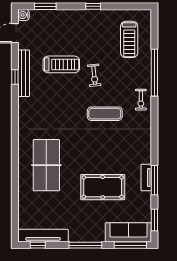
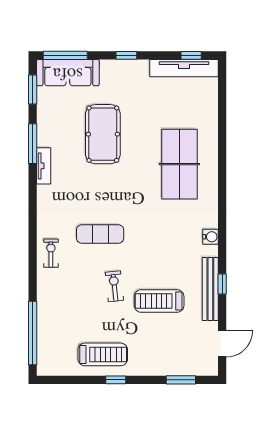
water cooler: (23, 15) -> (211, 237), moved
treadmill: (129, 39) -> (103, 354), moved, turned 90
window: (154, 73) -> (33, 333), moved
tv unit: (146, 178) -> (44, 166), moved
pool table: (103, 187) -> (103, 134), turned 90
window: (85, 245) -> (126, 55), width x0.46

